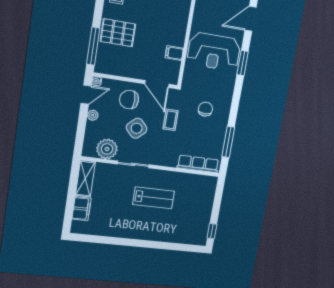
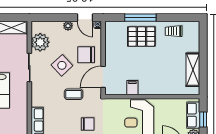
pallet: (118, 33) -> (141, 37), turned 90
window: (93, 46) -> (140, 18), moved
chair: (129, 100) -> (86, 55), turned -90

